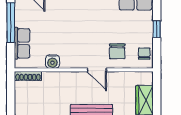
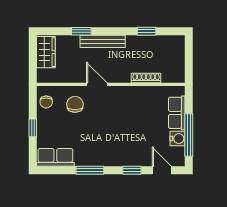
water cooler: (52, 62) -> (178, 139), moved, turned 90
shoe rack: (28, 76) -> (146, 78), moved

